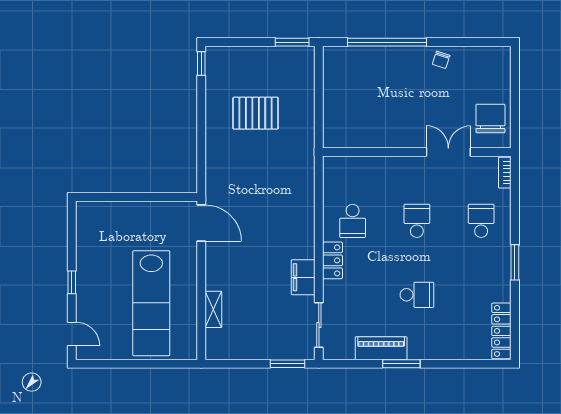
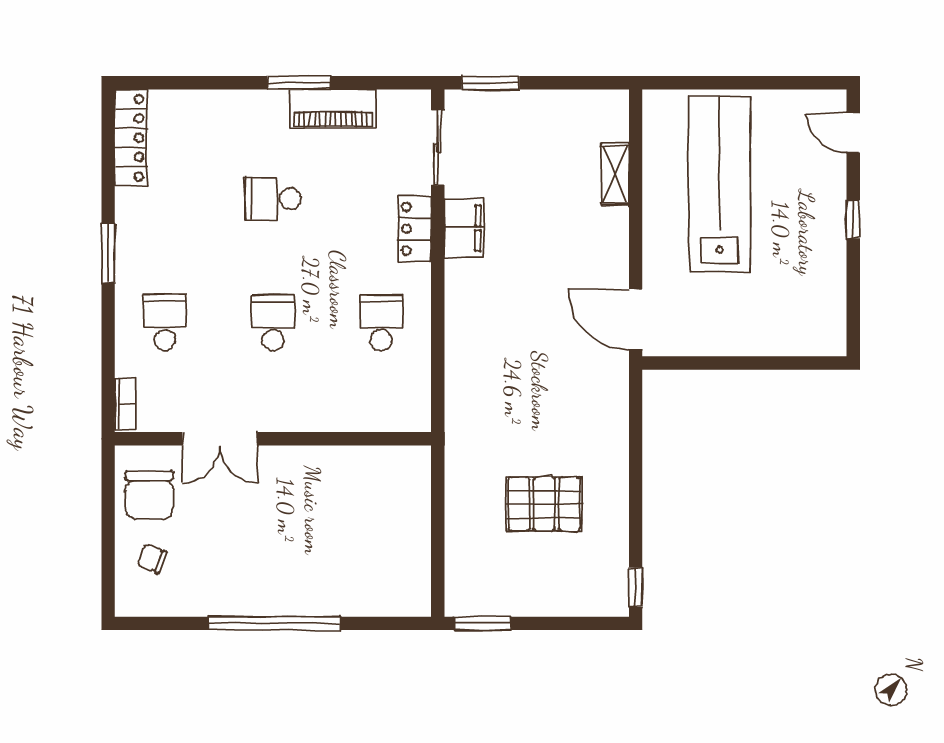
window: (387, 42) -> (274, 623), moved
chair: (441, 60) -> (152, 558), moved, turned -87
school desk: (417, 221) -> (273, 323), turned 180
school desk: (481, 221) -> (165, 323), turned 180
locker: (333, 260) -> (415, 229), moved

